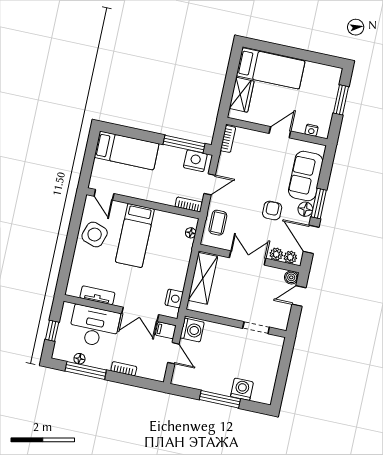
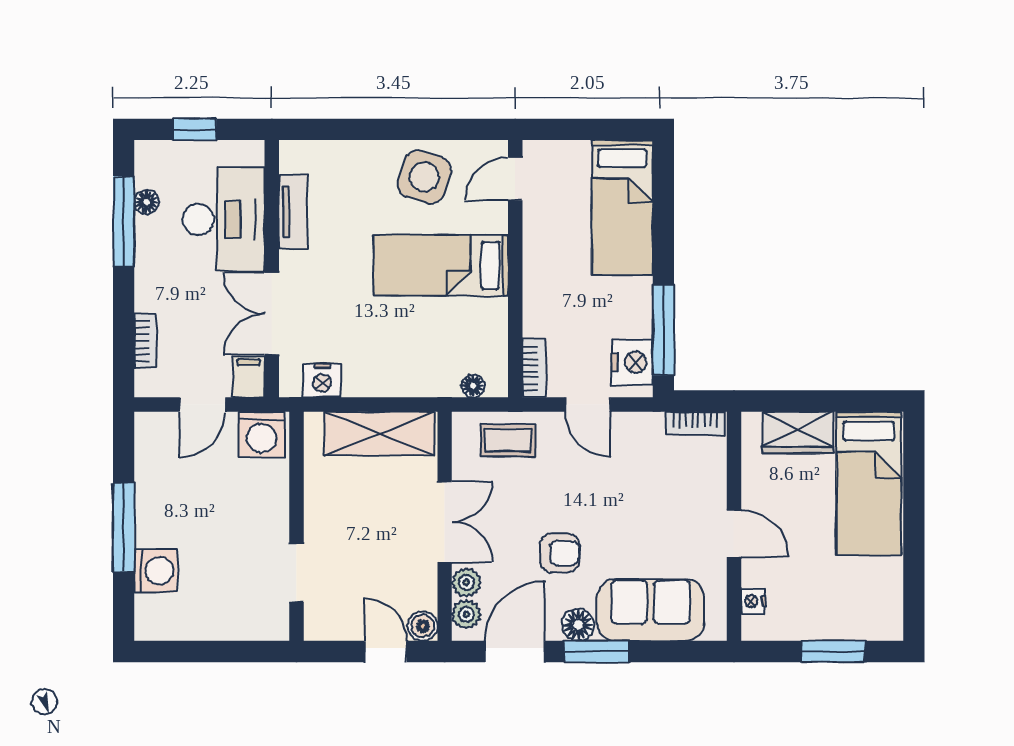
bookcase: (124, 369) -> (145, 341), moved

